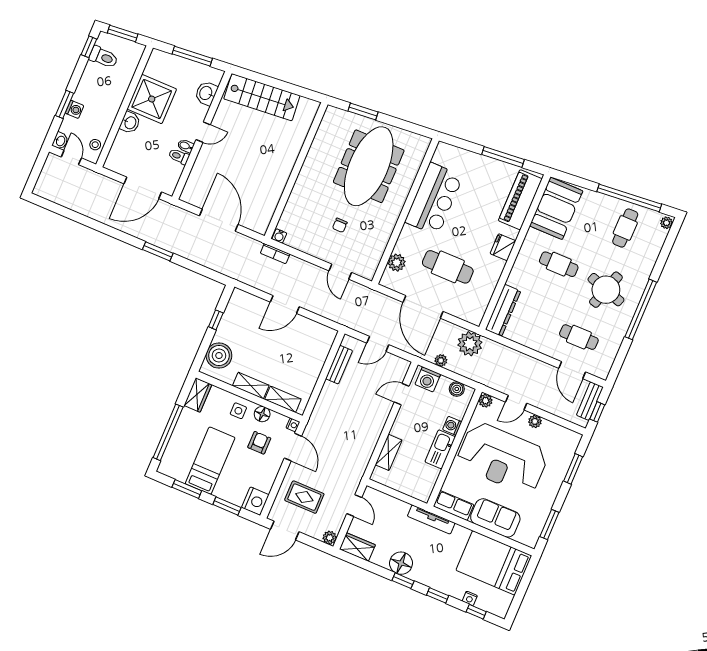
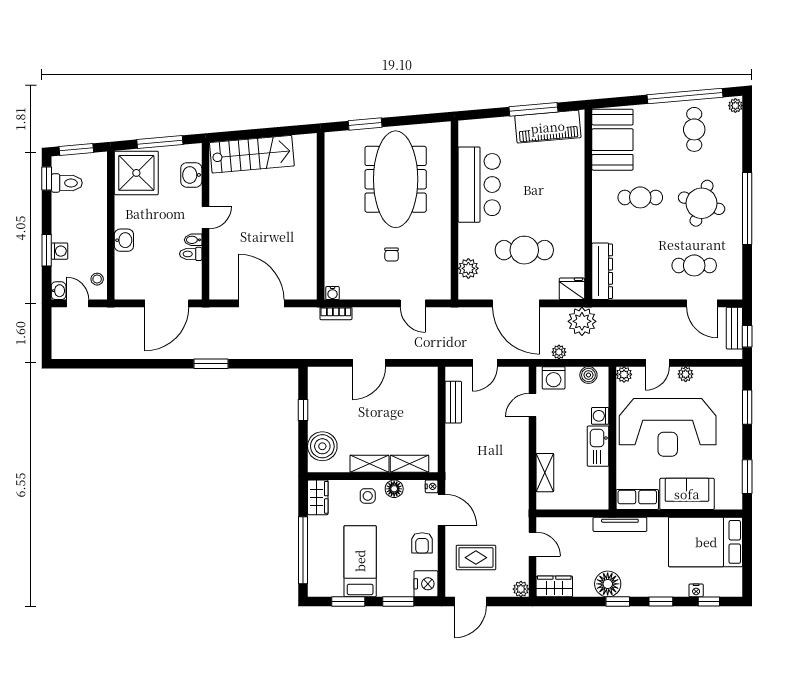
shower: (152, 99) -> (136, 173), moved
piano: (520, 200) -> (548, 127), moved, turned -95
fridge: (503, 247) -> (572, 289), moved, turned 90
armchair: (259, 443) -> (422, 543), moved, turned 180

